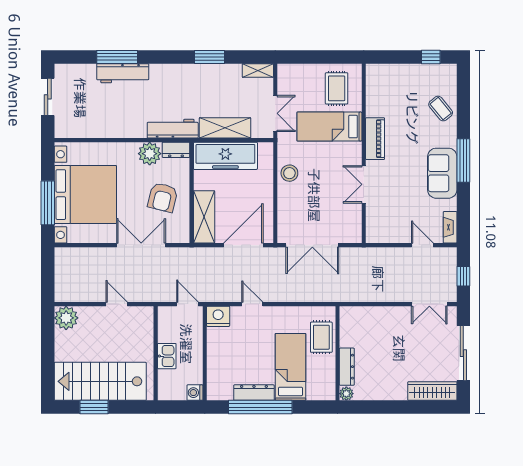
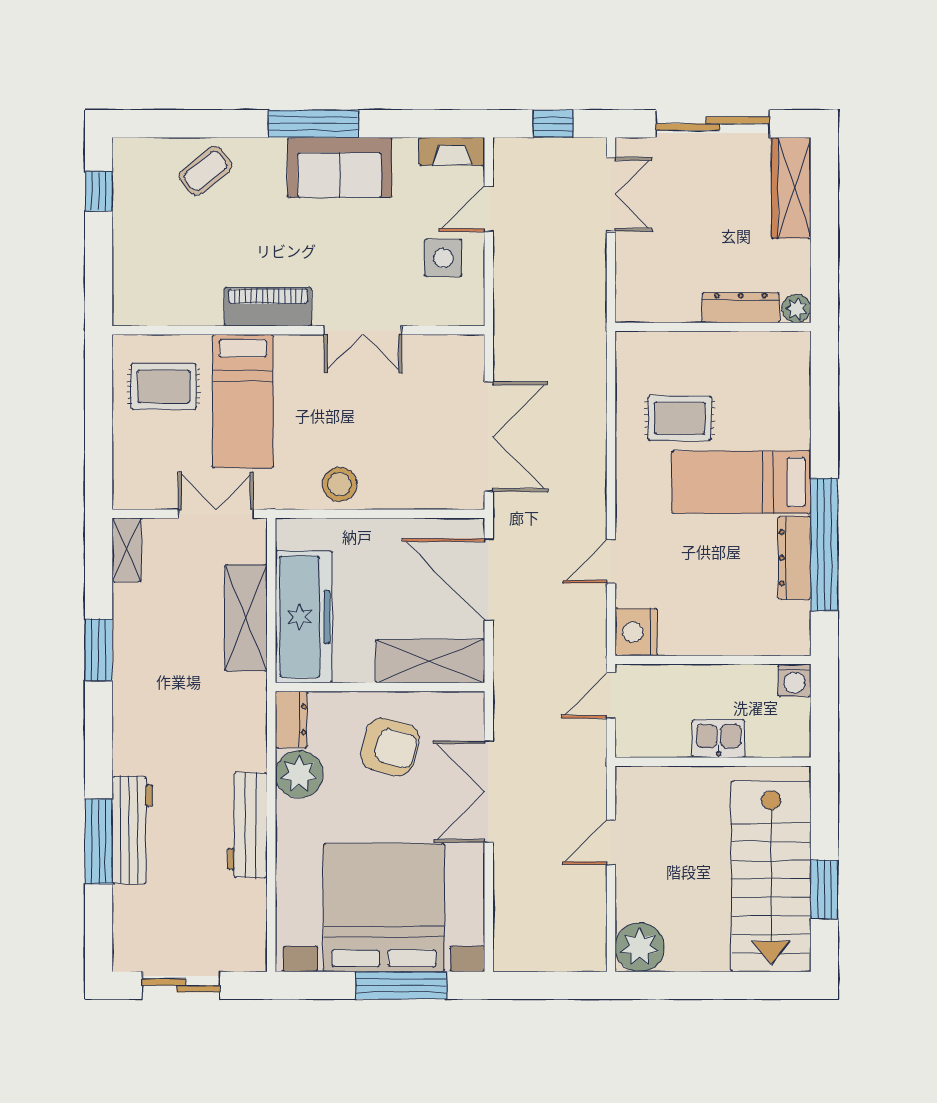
workbench: (173, 129) -> (247, 825), moved
side table: (399, 223) -> (443, 258), added
wall: (337, 353) -> (713, 327), moved
dresser: (347, 367) -> (741, 308), moved
plant: (346, 394) -> (797, 308), moved

